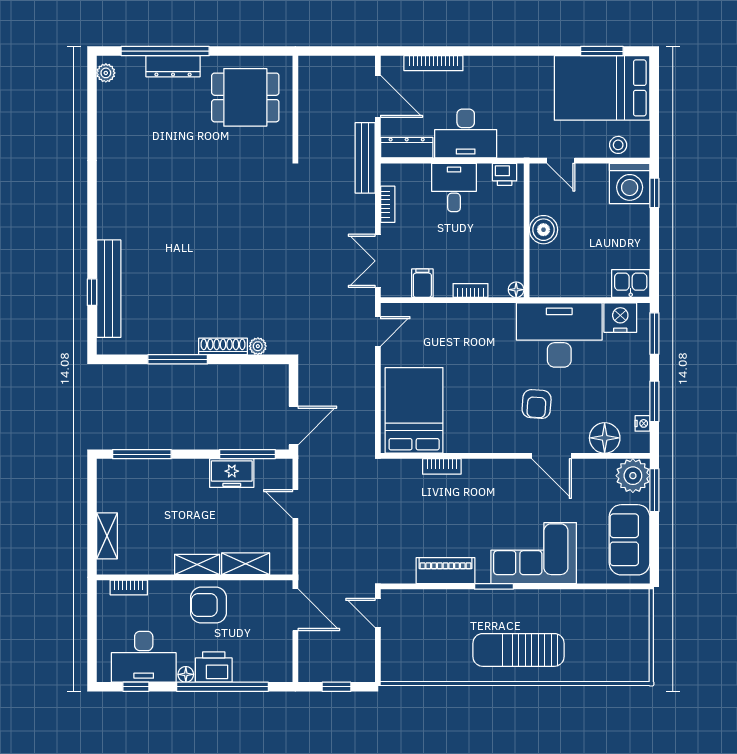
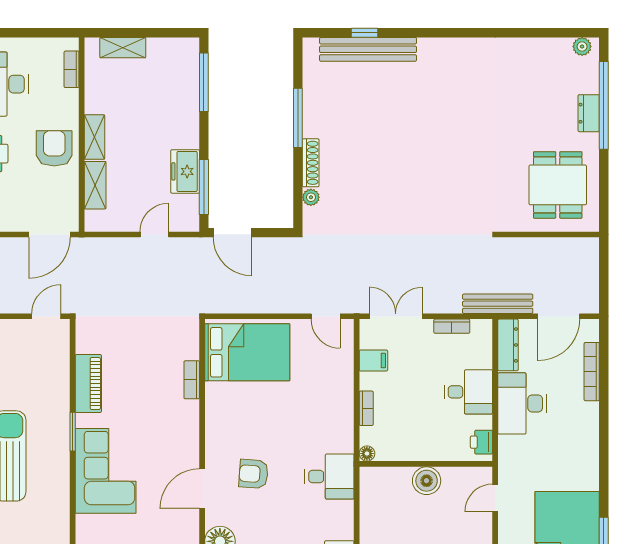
dresser: (173, 66) -> (589, 113), width x0.70
desk: (559, 335) -> (329, 477), width x0.53, depth x0.77

